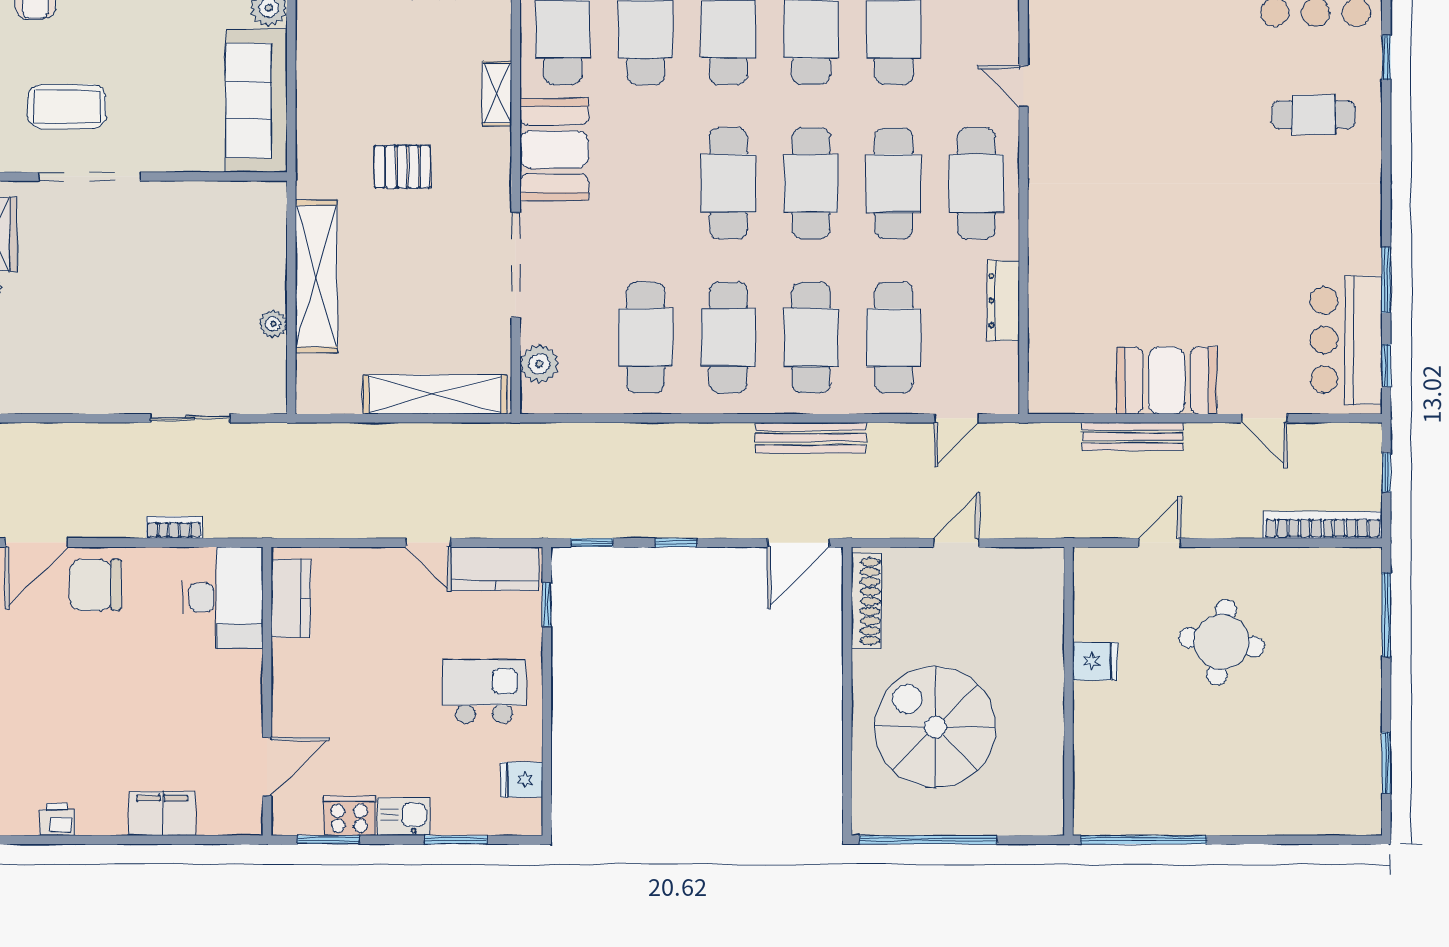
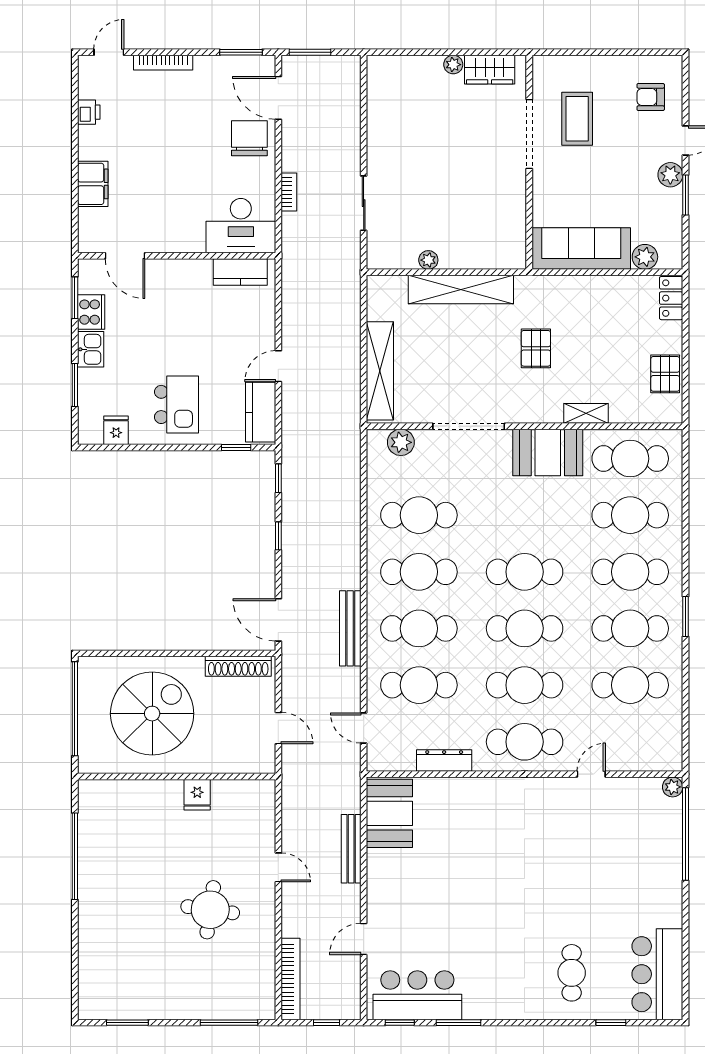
booth: (1167, 381) -> (389, 813), moved
fridge: (1095, 661) -> (197, 795), moved
wall: (1068, 691) -> (177, 776), moved

